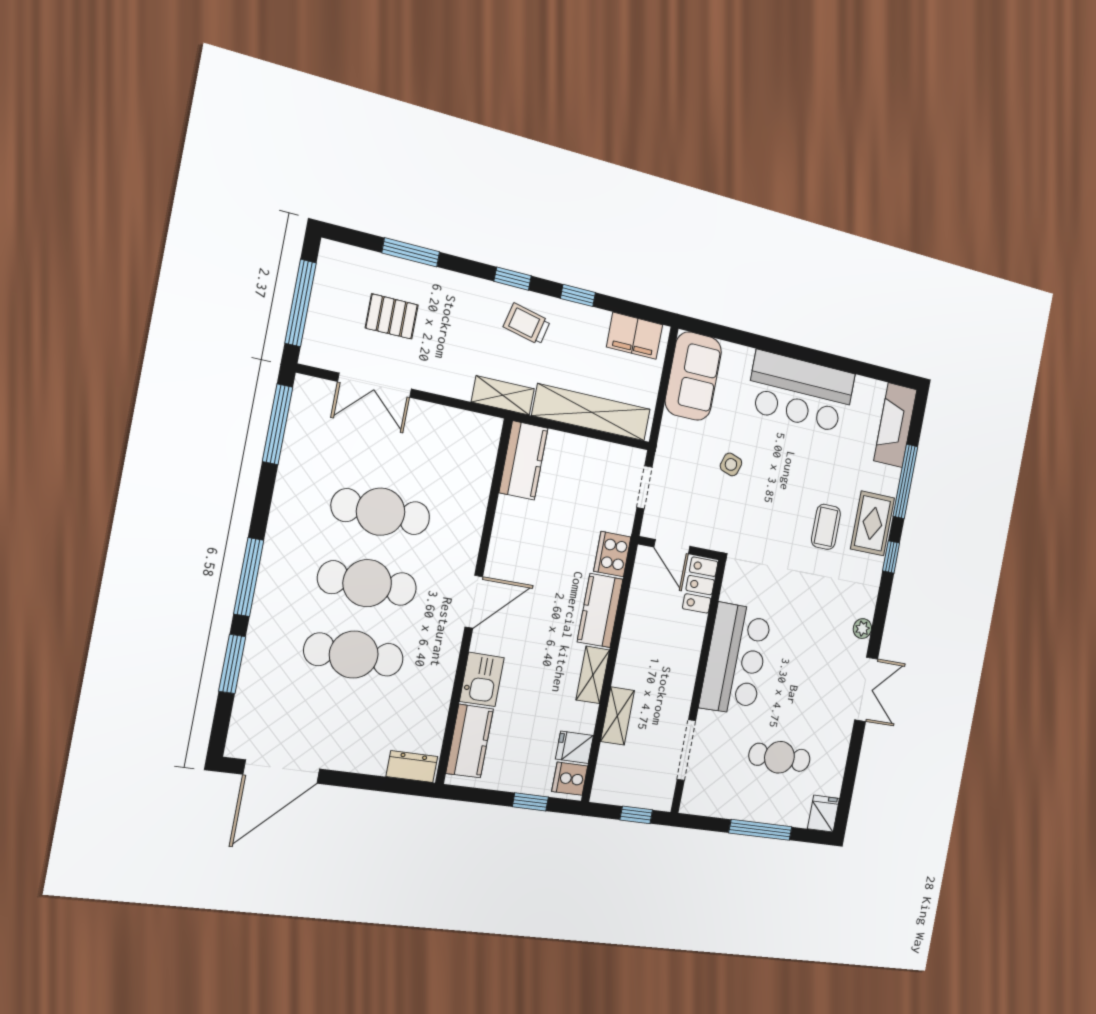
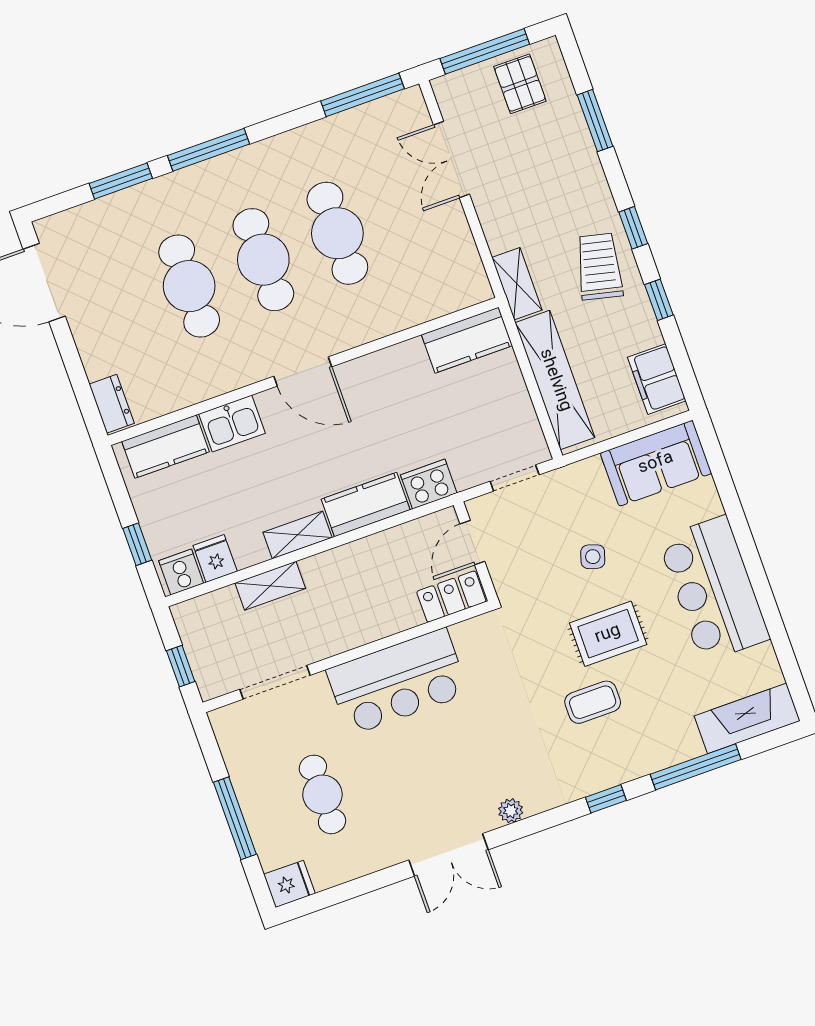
pallet: (392, 316) -> (520, 84), moved
trolley: (527, 324) -> (599, 267), width x1.36, depth x1.39
rug: (872, 523) -> (608, 634), moved

